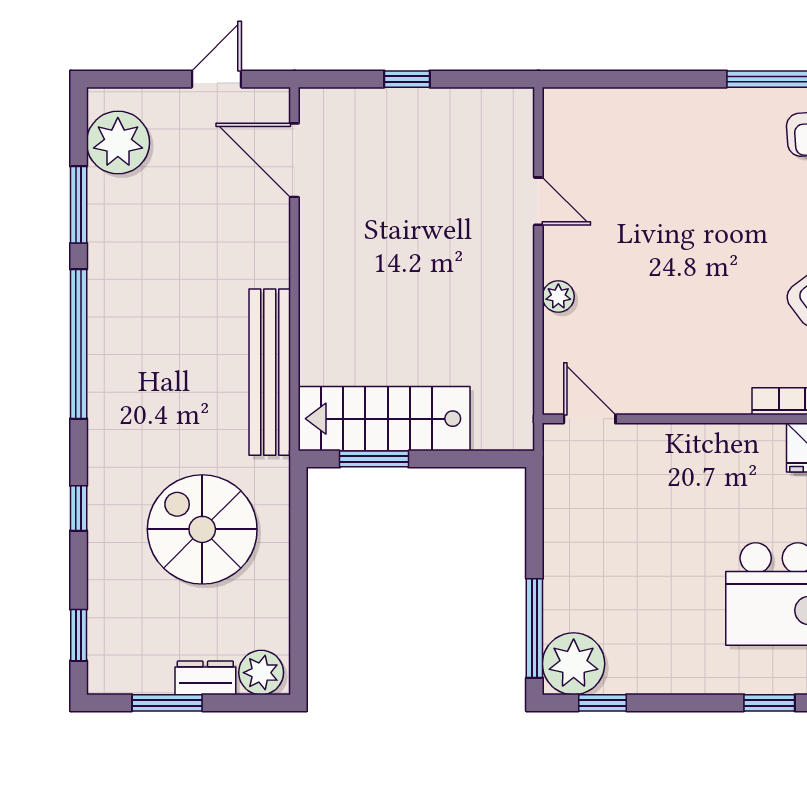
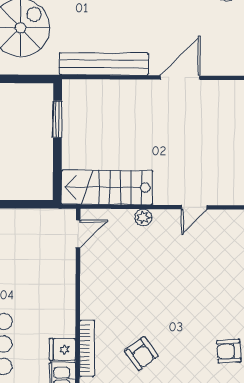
door: (294, 160) -> (180, 78), moved
stairs: (384, 419) -> (107, 187), moved, turned -90

